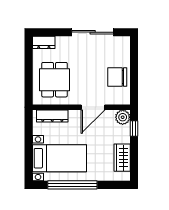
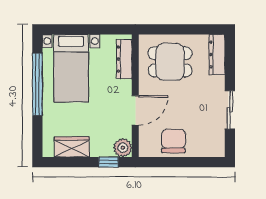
sliding door: (93, 32) -> (230, 110), width x0.73
dresser: (44, 42) -> (217, 54), width x1.44
door: (93, 107) -> (135, 110), swing flipped

